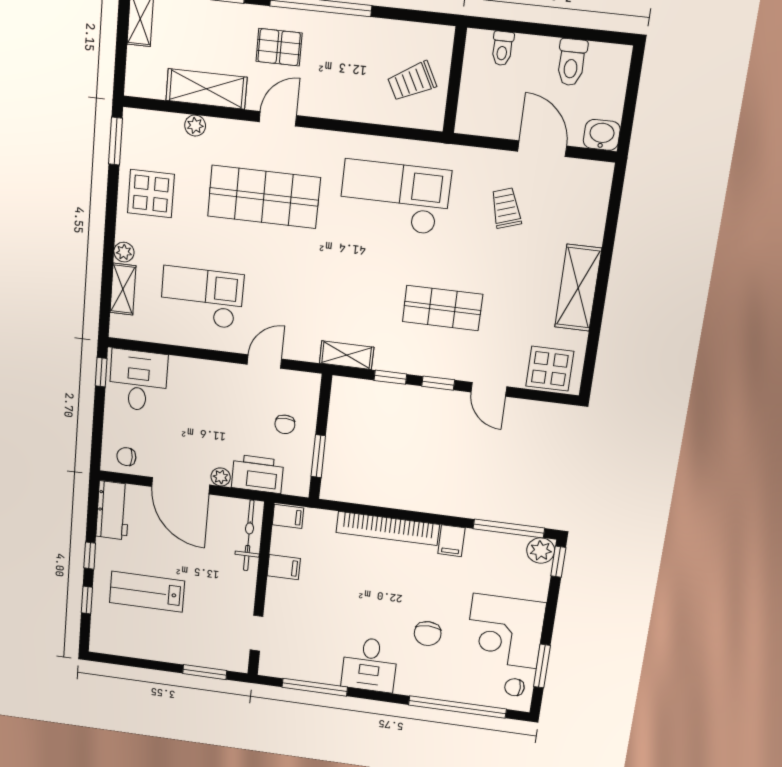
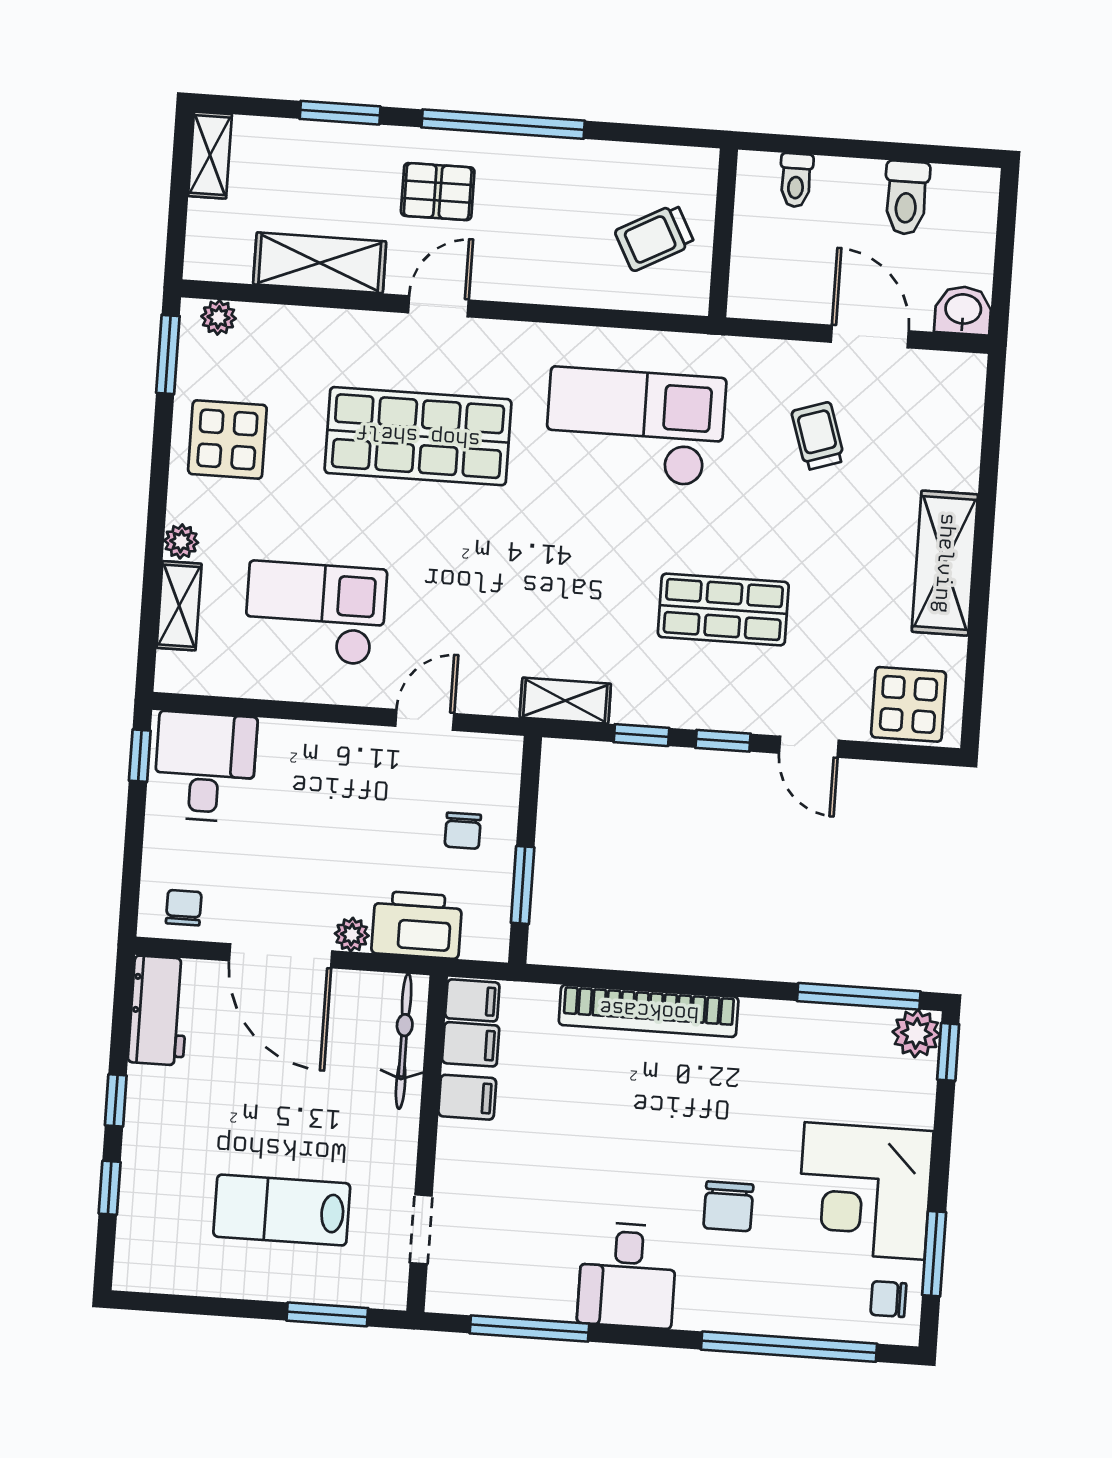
plant: (195, 126) -> (218, 317), moved
chair: (126, 457) -> (184, 908), turned 90
filing cabinet: (451, 541) -> (471, 1044), moved, turned -90
lab bench: (147, 592) -> (282, 1210), moved

